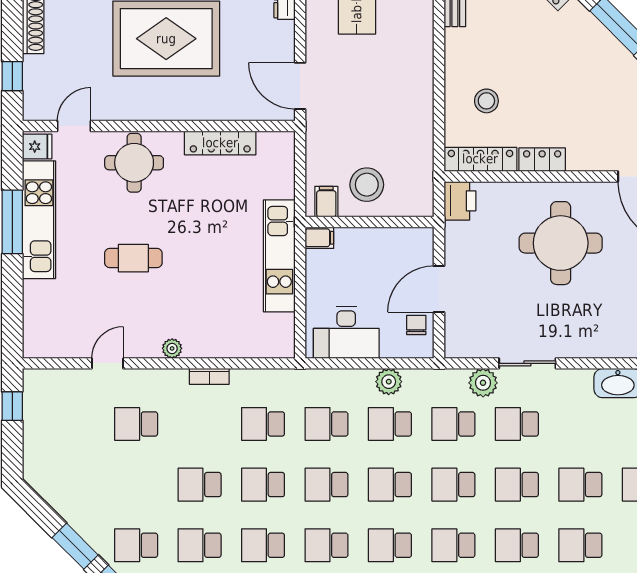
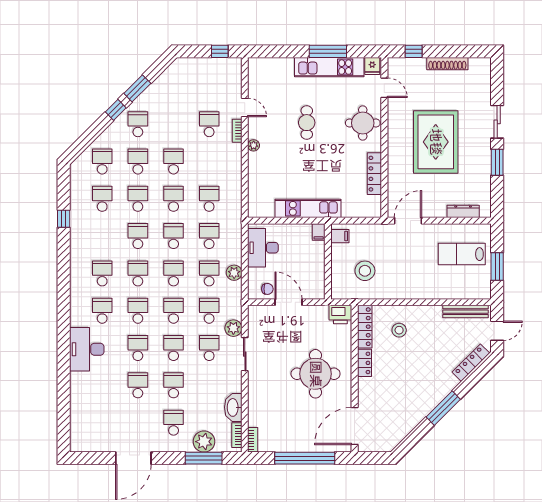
stool: (367, 185) -> (365, 271), moved
bookcase: (209, 376) -> (237, 131), moved

